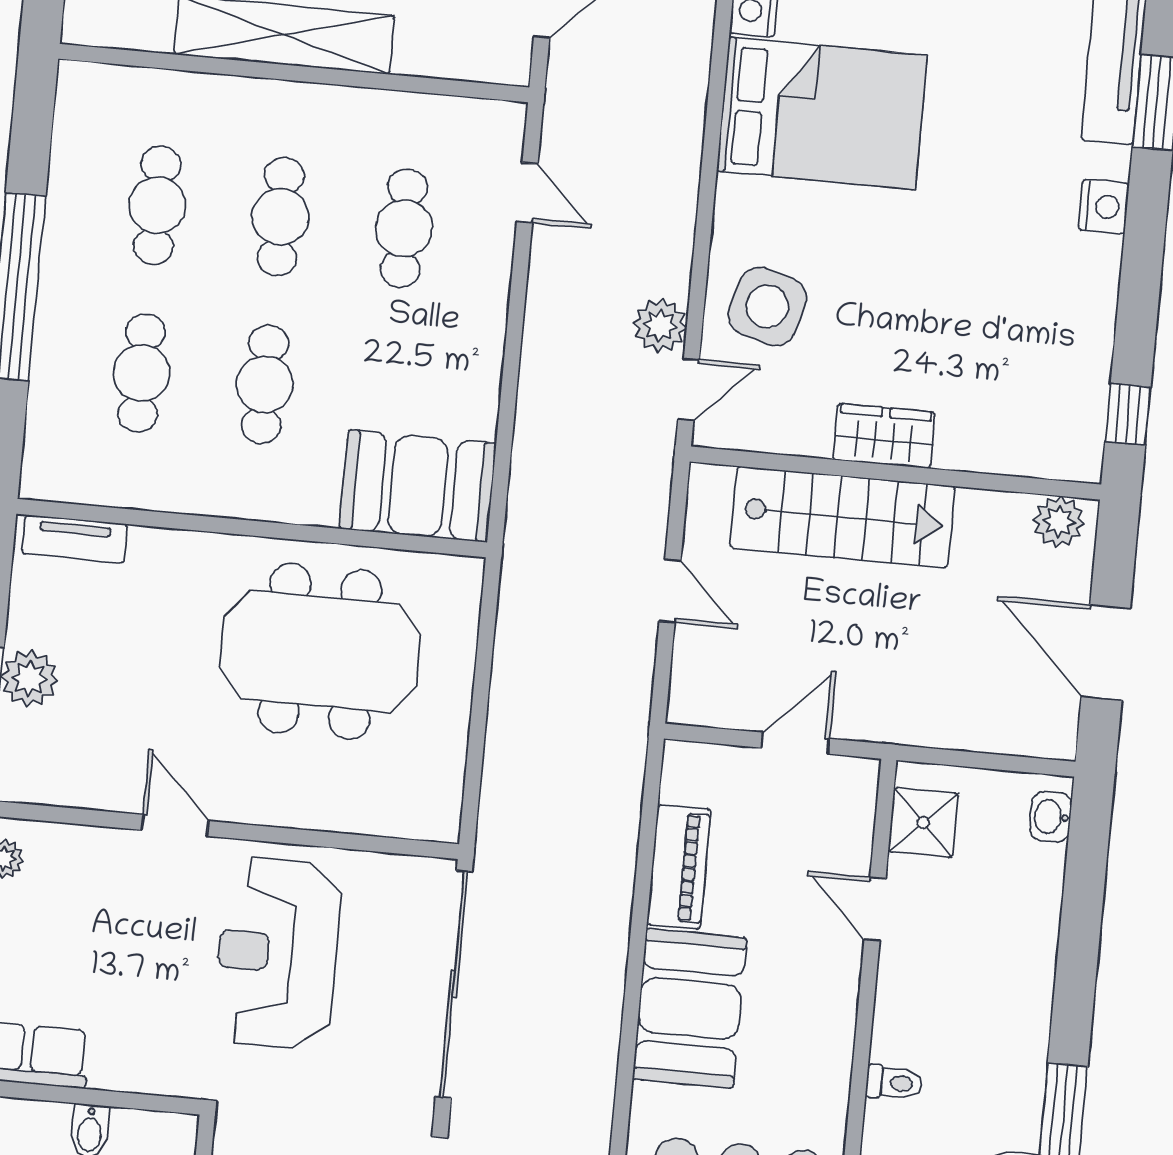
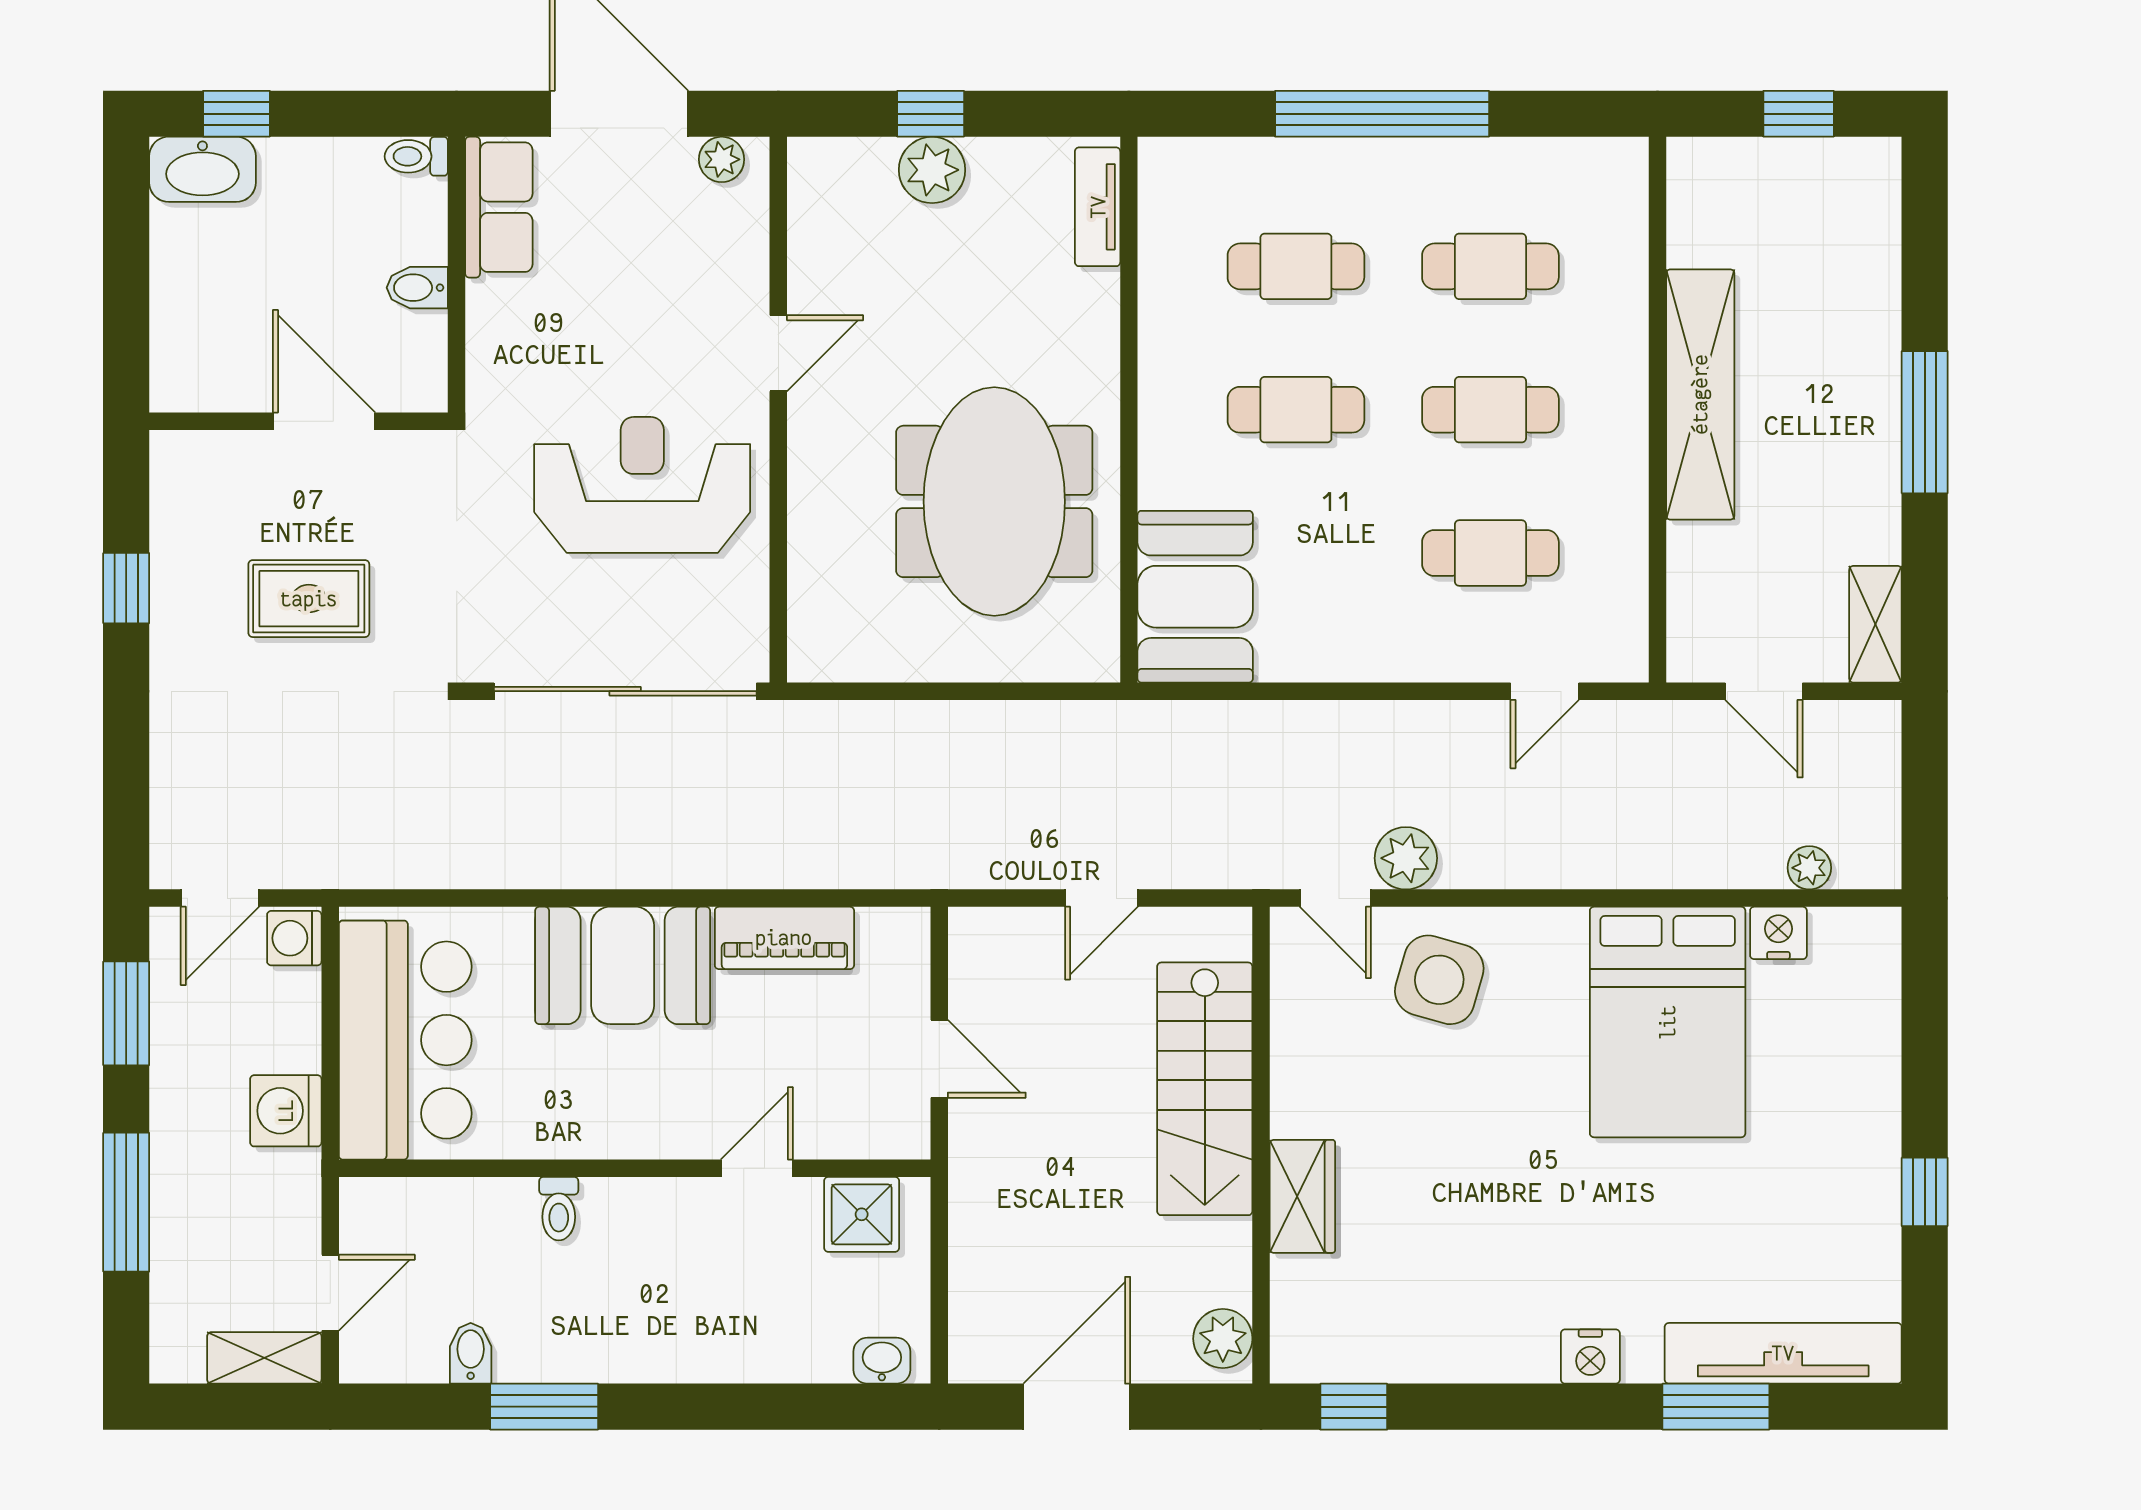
wardrobe: (884, 436) -> (1302, 1196), moved

